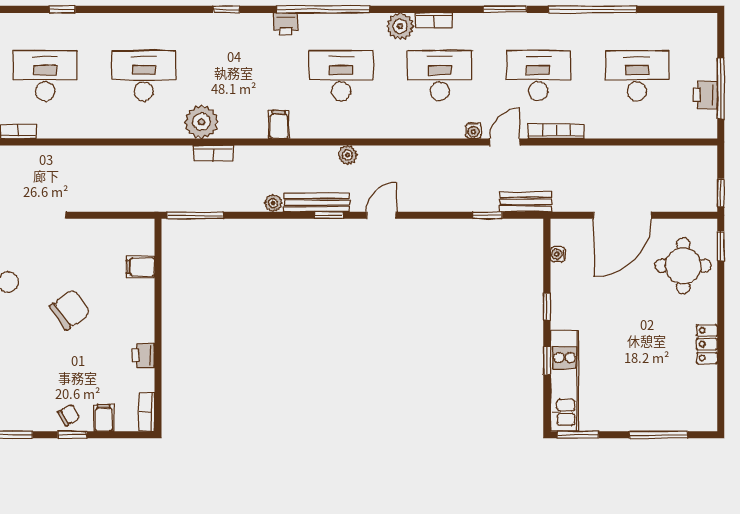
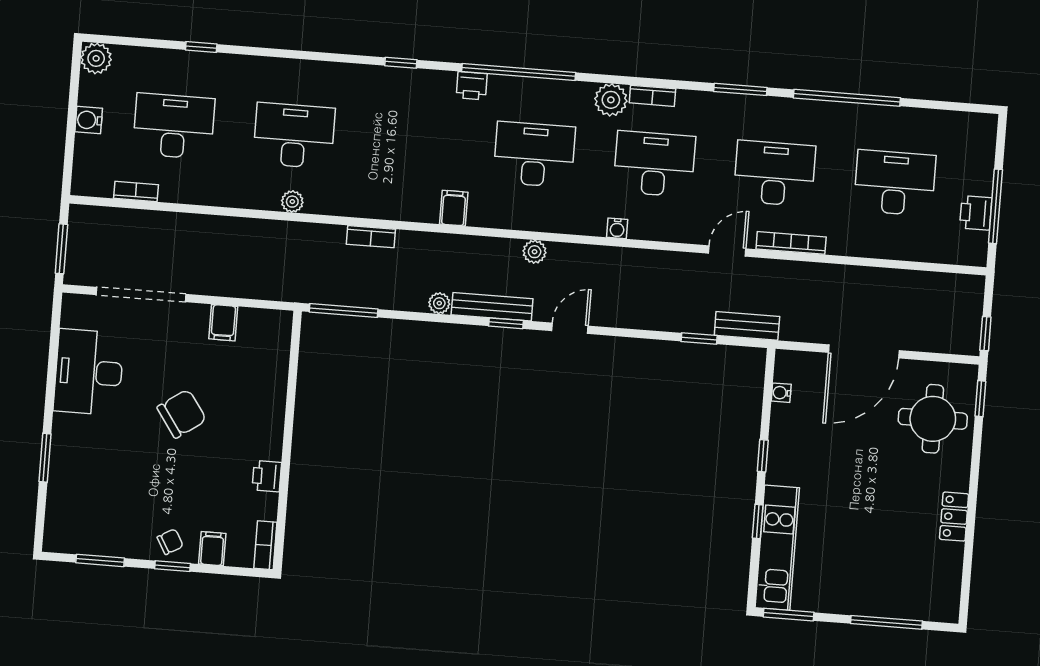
plant: (201, 122) -> (292, 202), moved, width x0.53, depth x0.53
water cooler: (473, 131) -> (617, 228), moved
filing cabinet: (140, 267) -> (223, 323), moved, turned -90

